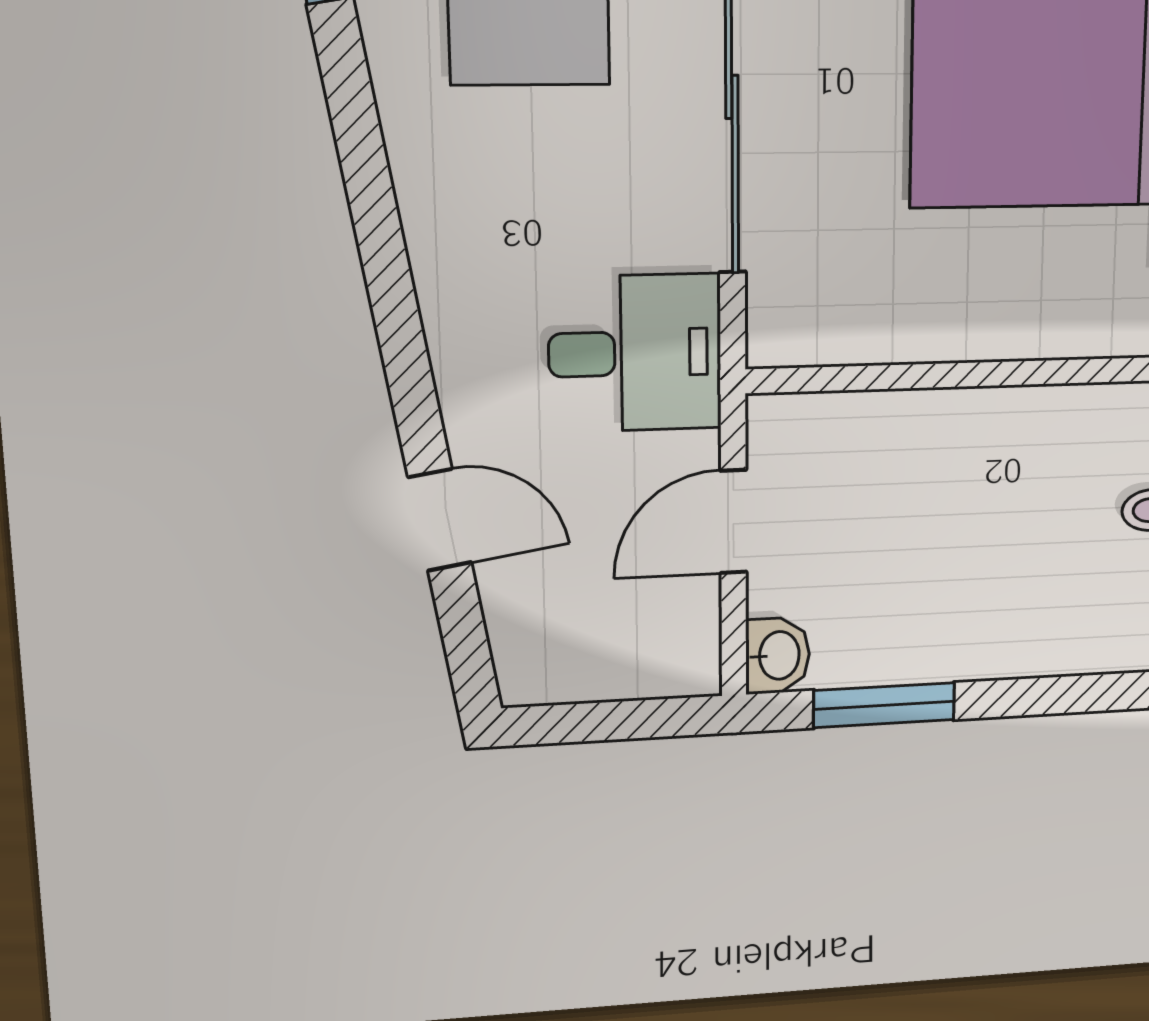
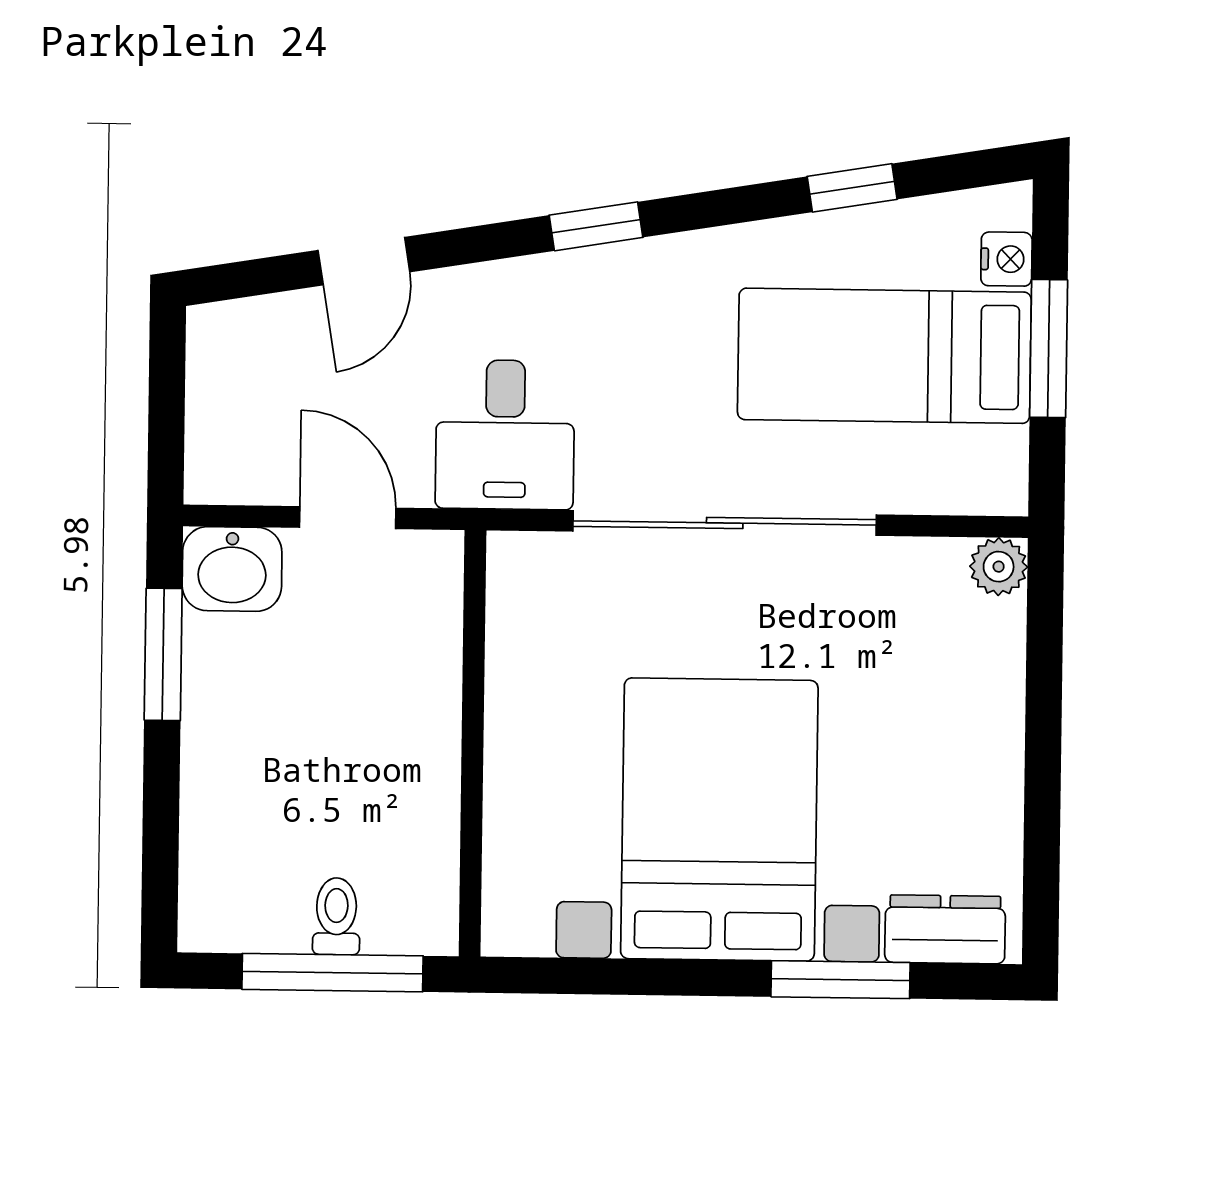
window: (384, 258) -> (596, 226), added
washbasin: (777, 656) -> (232, 569), width x1.38, depth x1.45

